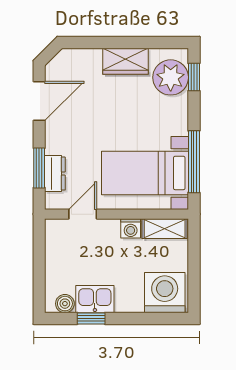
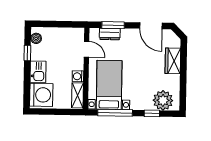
wardrobe: (125, 61) -> (173, 61), moved
window: (194, 77) -> (152, 113), moved
kitchen sink: (95, 299) -> (38, 72), moved

